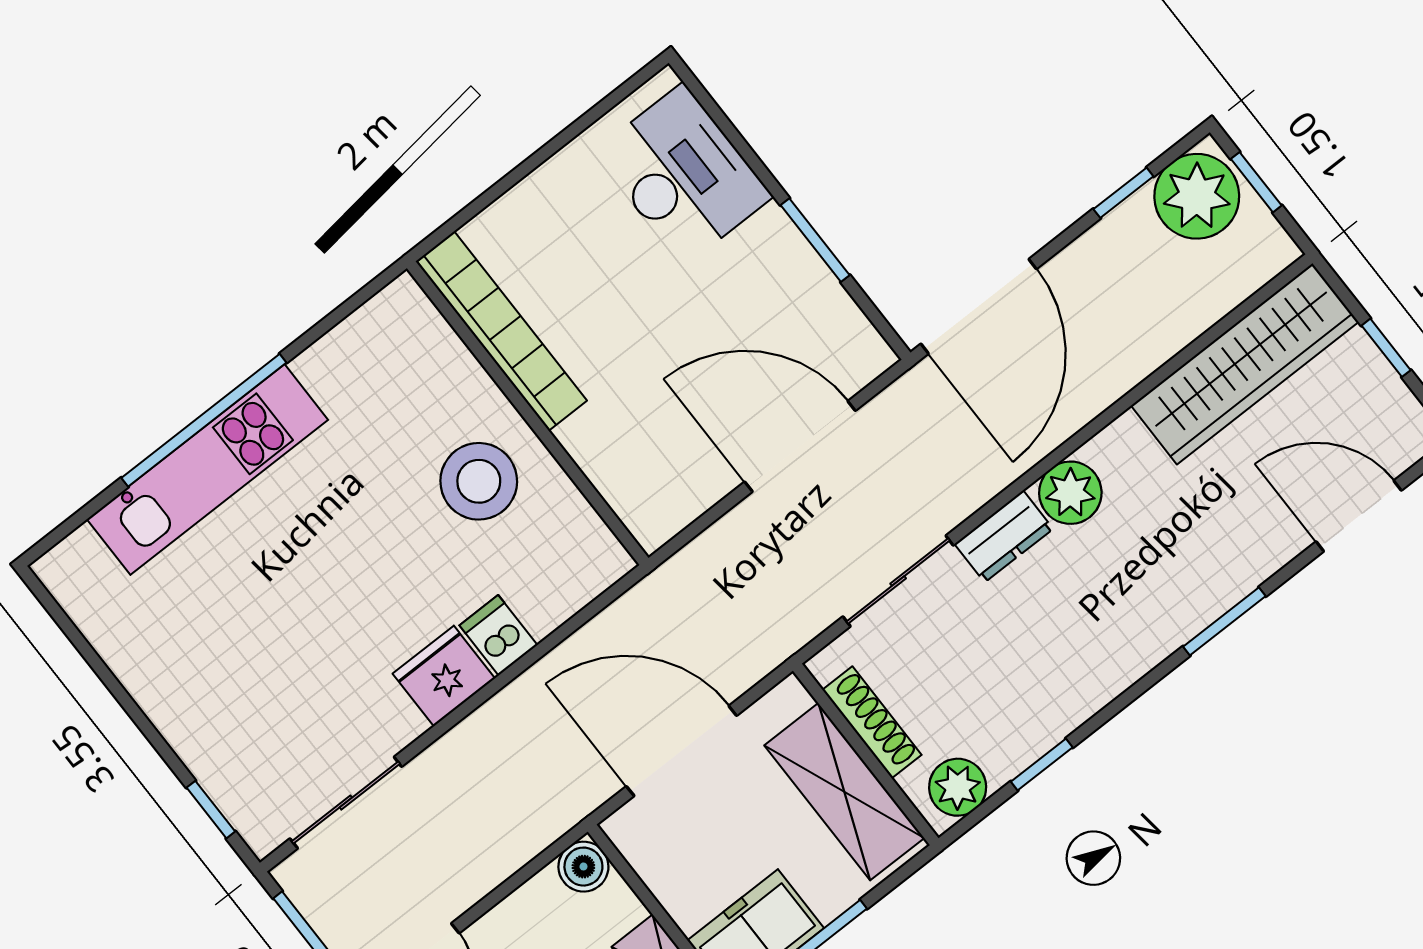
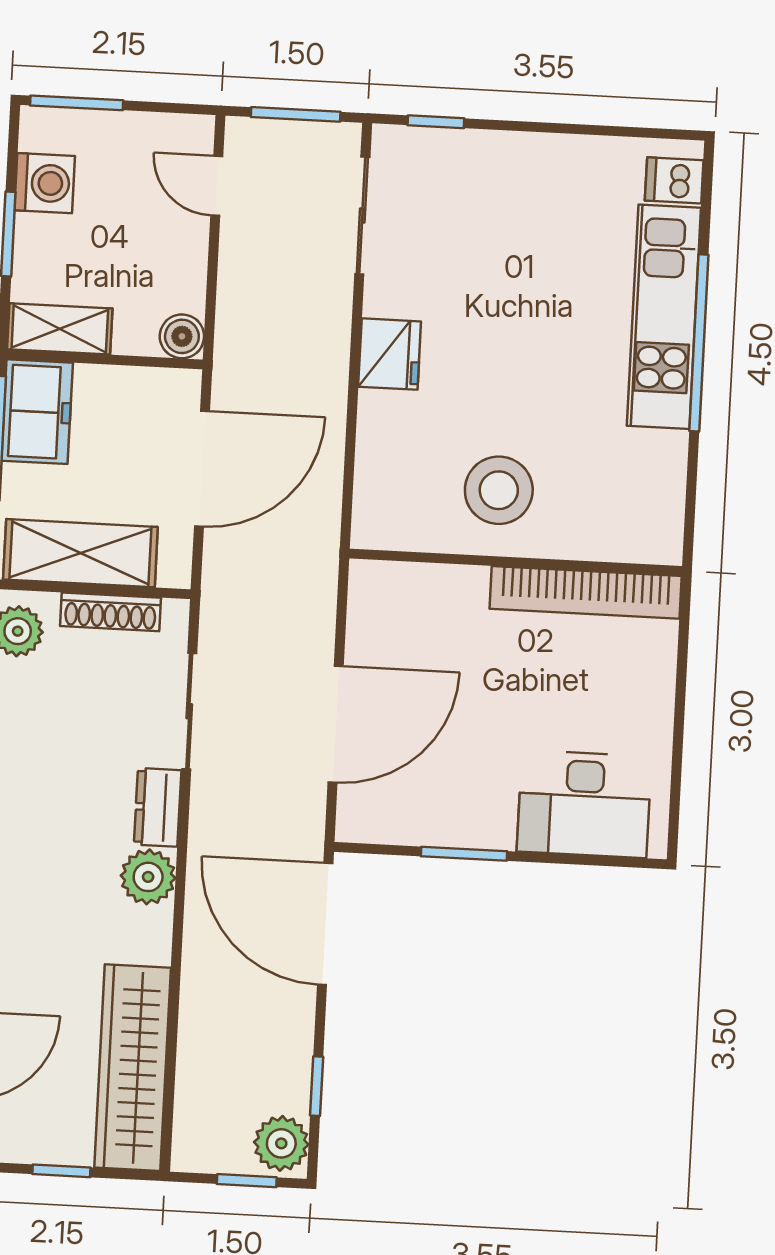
plant: (1197, 196) -> (281, 1143), width x0.73, depth x0.73
dishwasher: (498, 635) -> (674, 180), moved, turned 180

